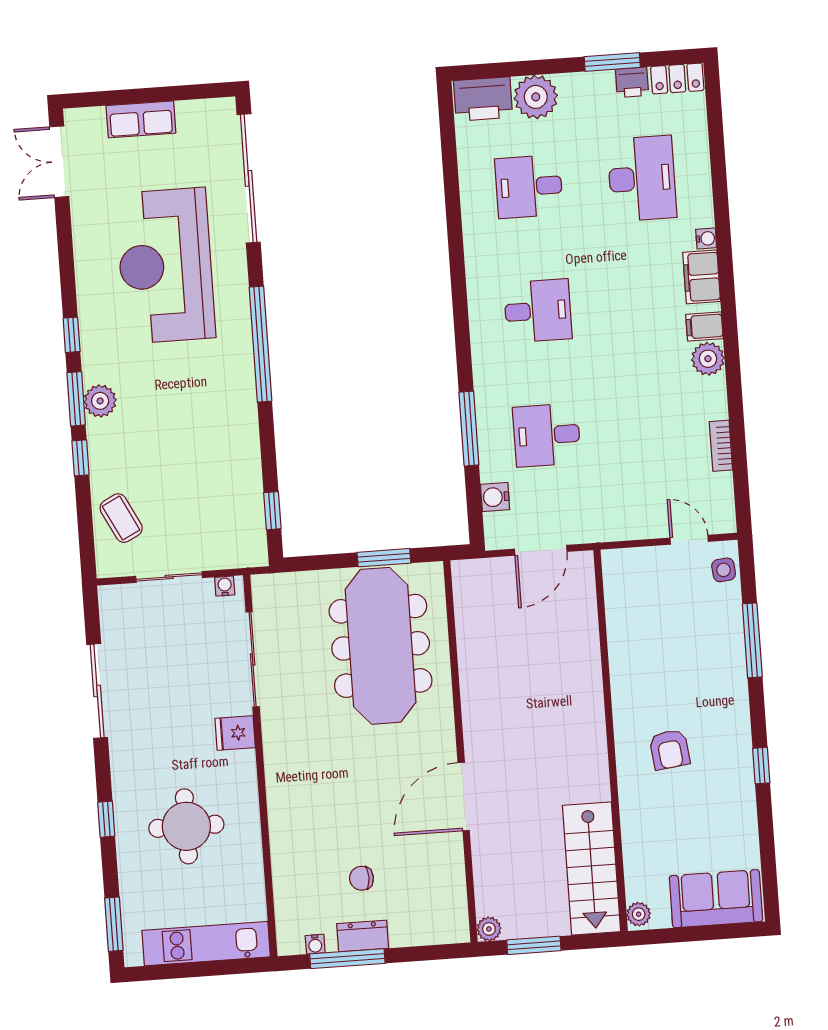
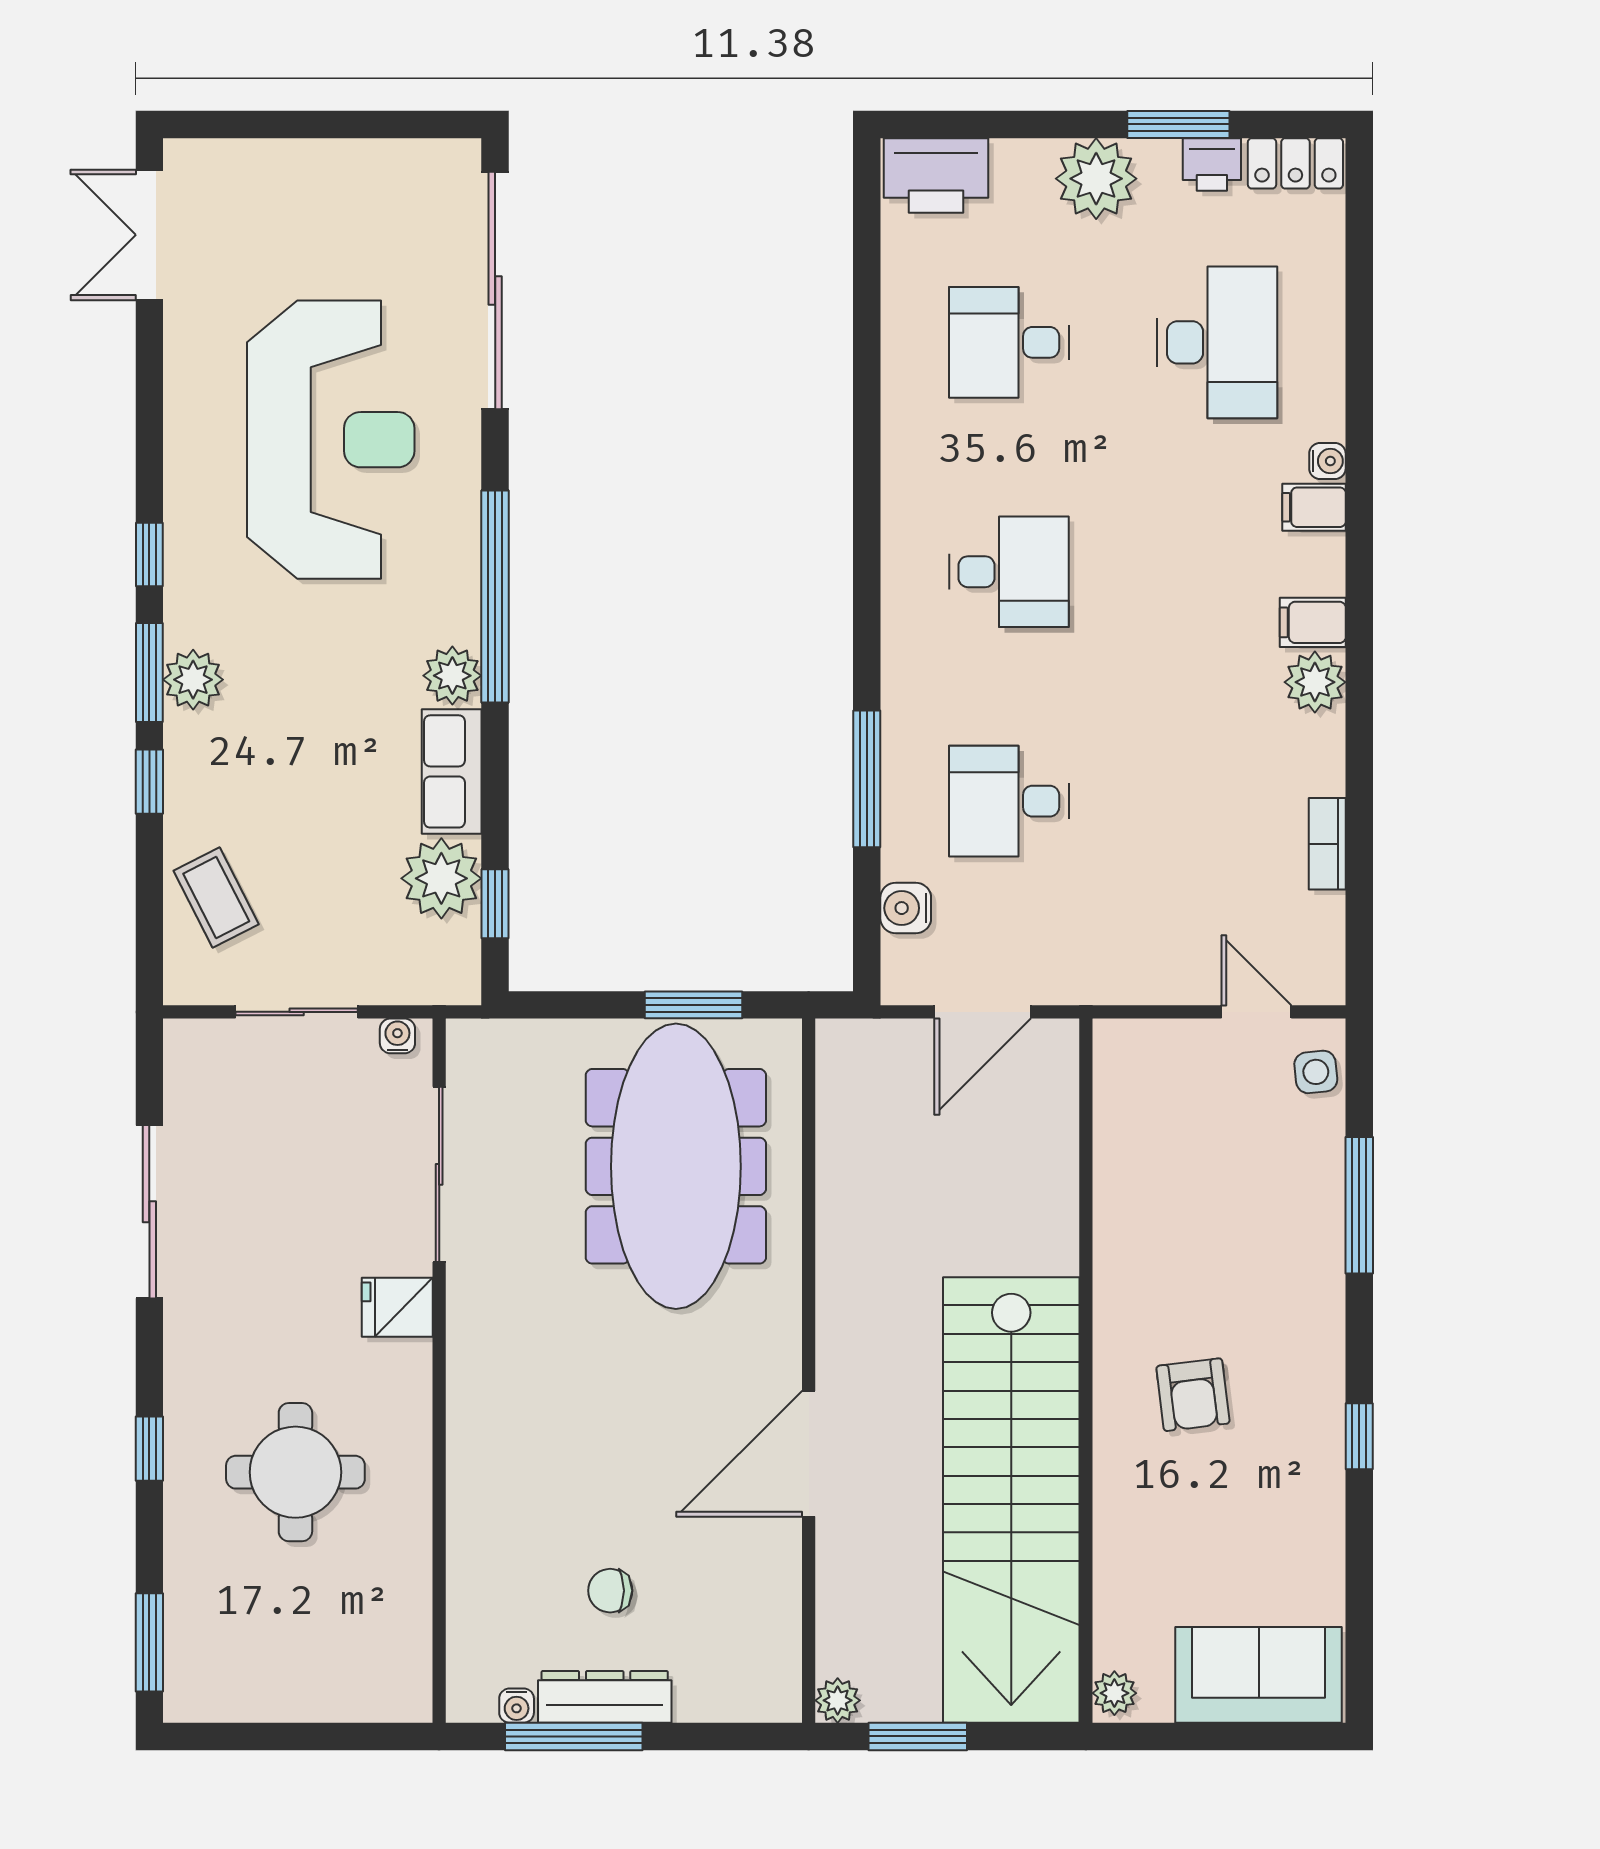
plant: (536, 97) -> (1096, 179), moved
row of seats: (141, 119) -> (452, 771), moved, turned 90
reception desk: (165, 266) -> (331, 440), turned 180
filing cabinet: (702, 277) -> (1314, 507), width x0.50
plant: (240, 389) -> (452, 676), added
plant: (242, 499) -> (441, 878), added
stairs: (592, 868) -> (1011, 1500), width x1.86, depth x1.51
dresser: (363, 936) -> (605, 1697), width x1.44
kitchen unit: (206, 944) -> (316, 1690), removed

